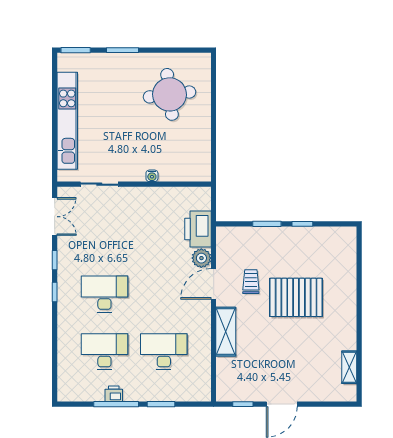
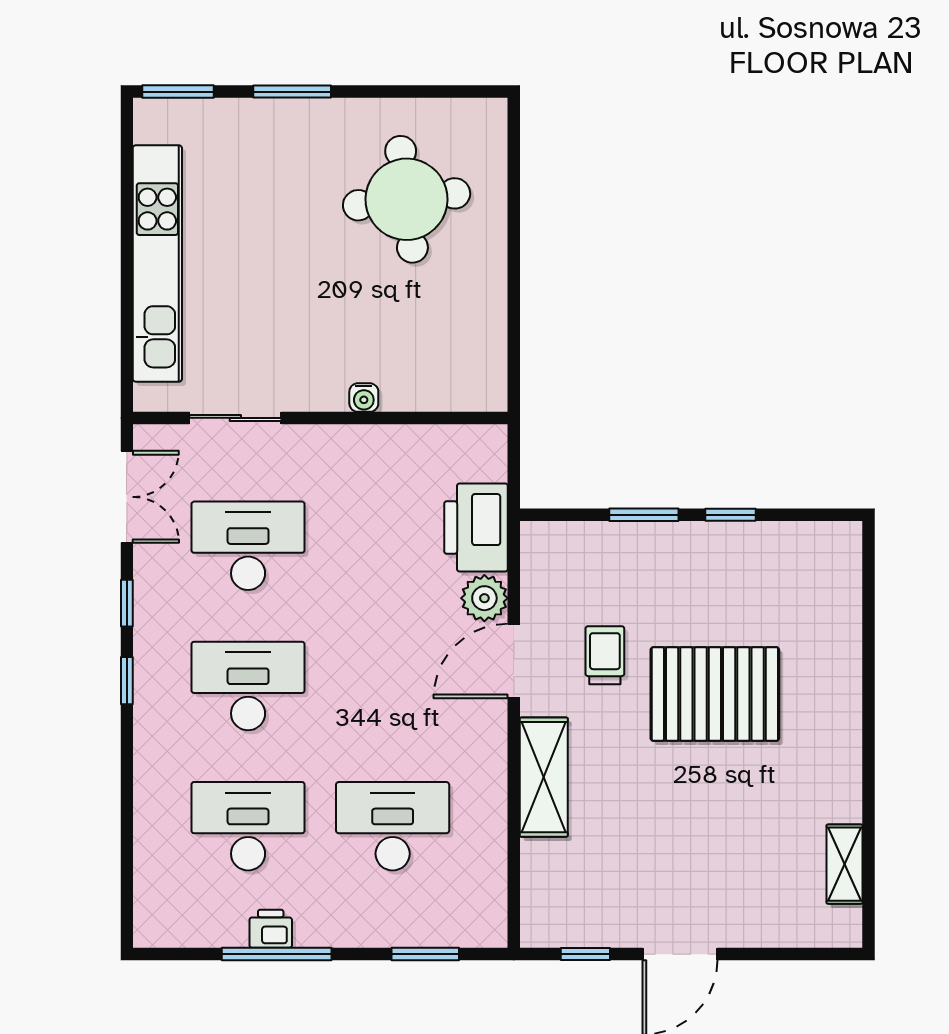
desk: (104, 237) -> (248, 546), added
window: (161, 404) -> (425, 954), moved

